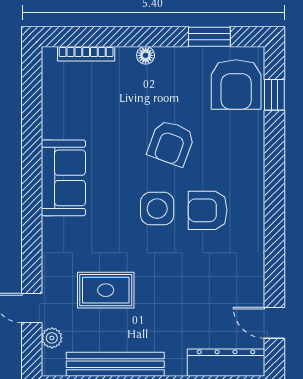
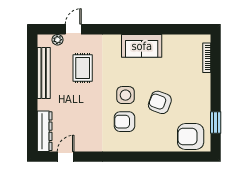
floor lamp: (146, 55) -> (206, 89), removed
window: (274, 95) -> (185, 157), removed
armchair: (208, 210) -> (125, 122), turned -90

